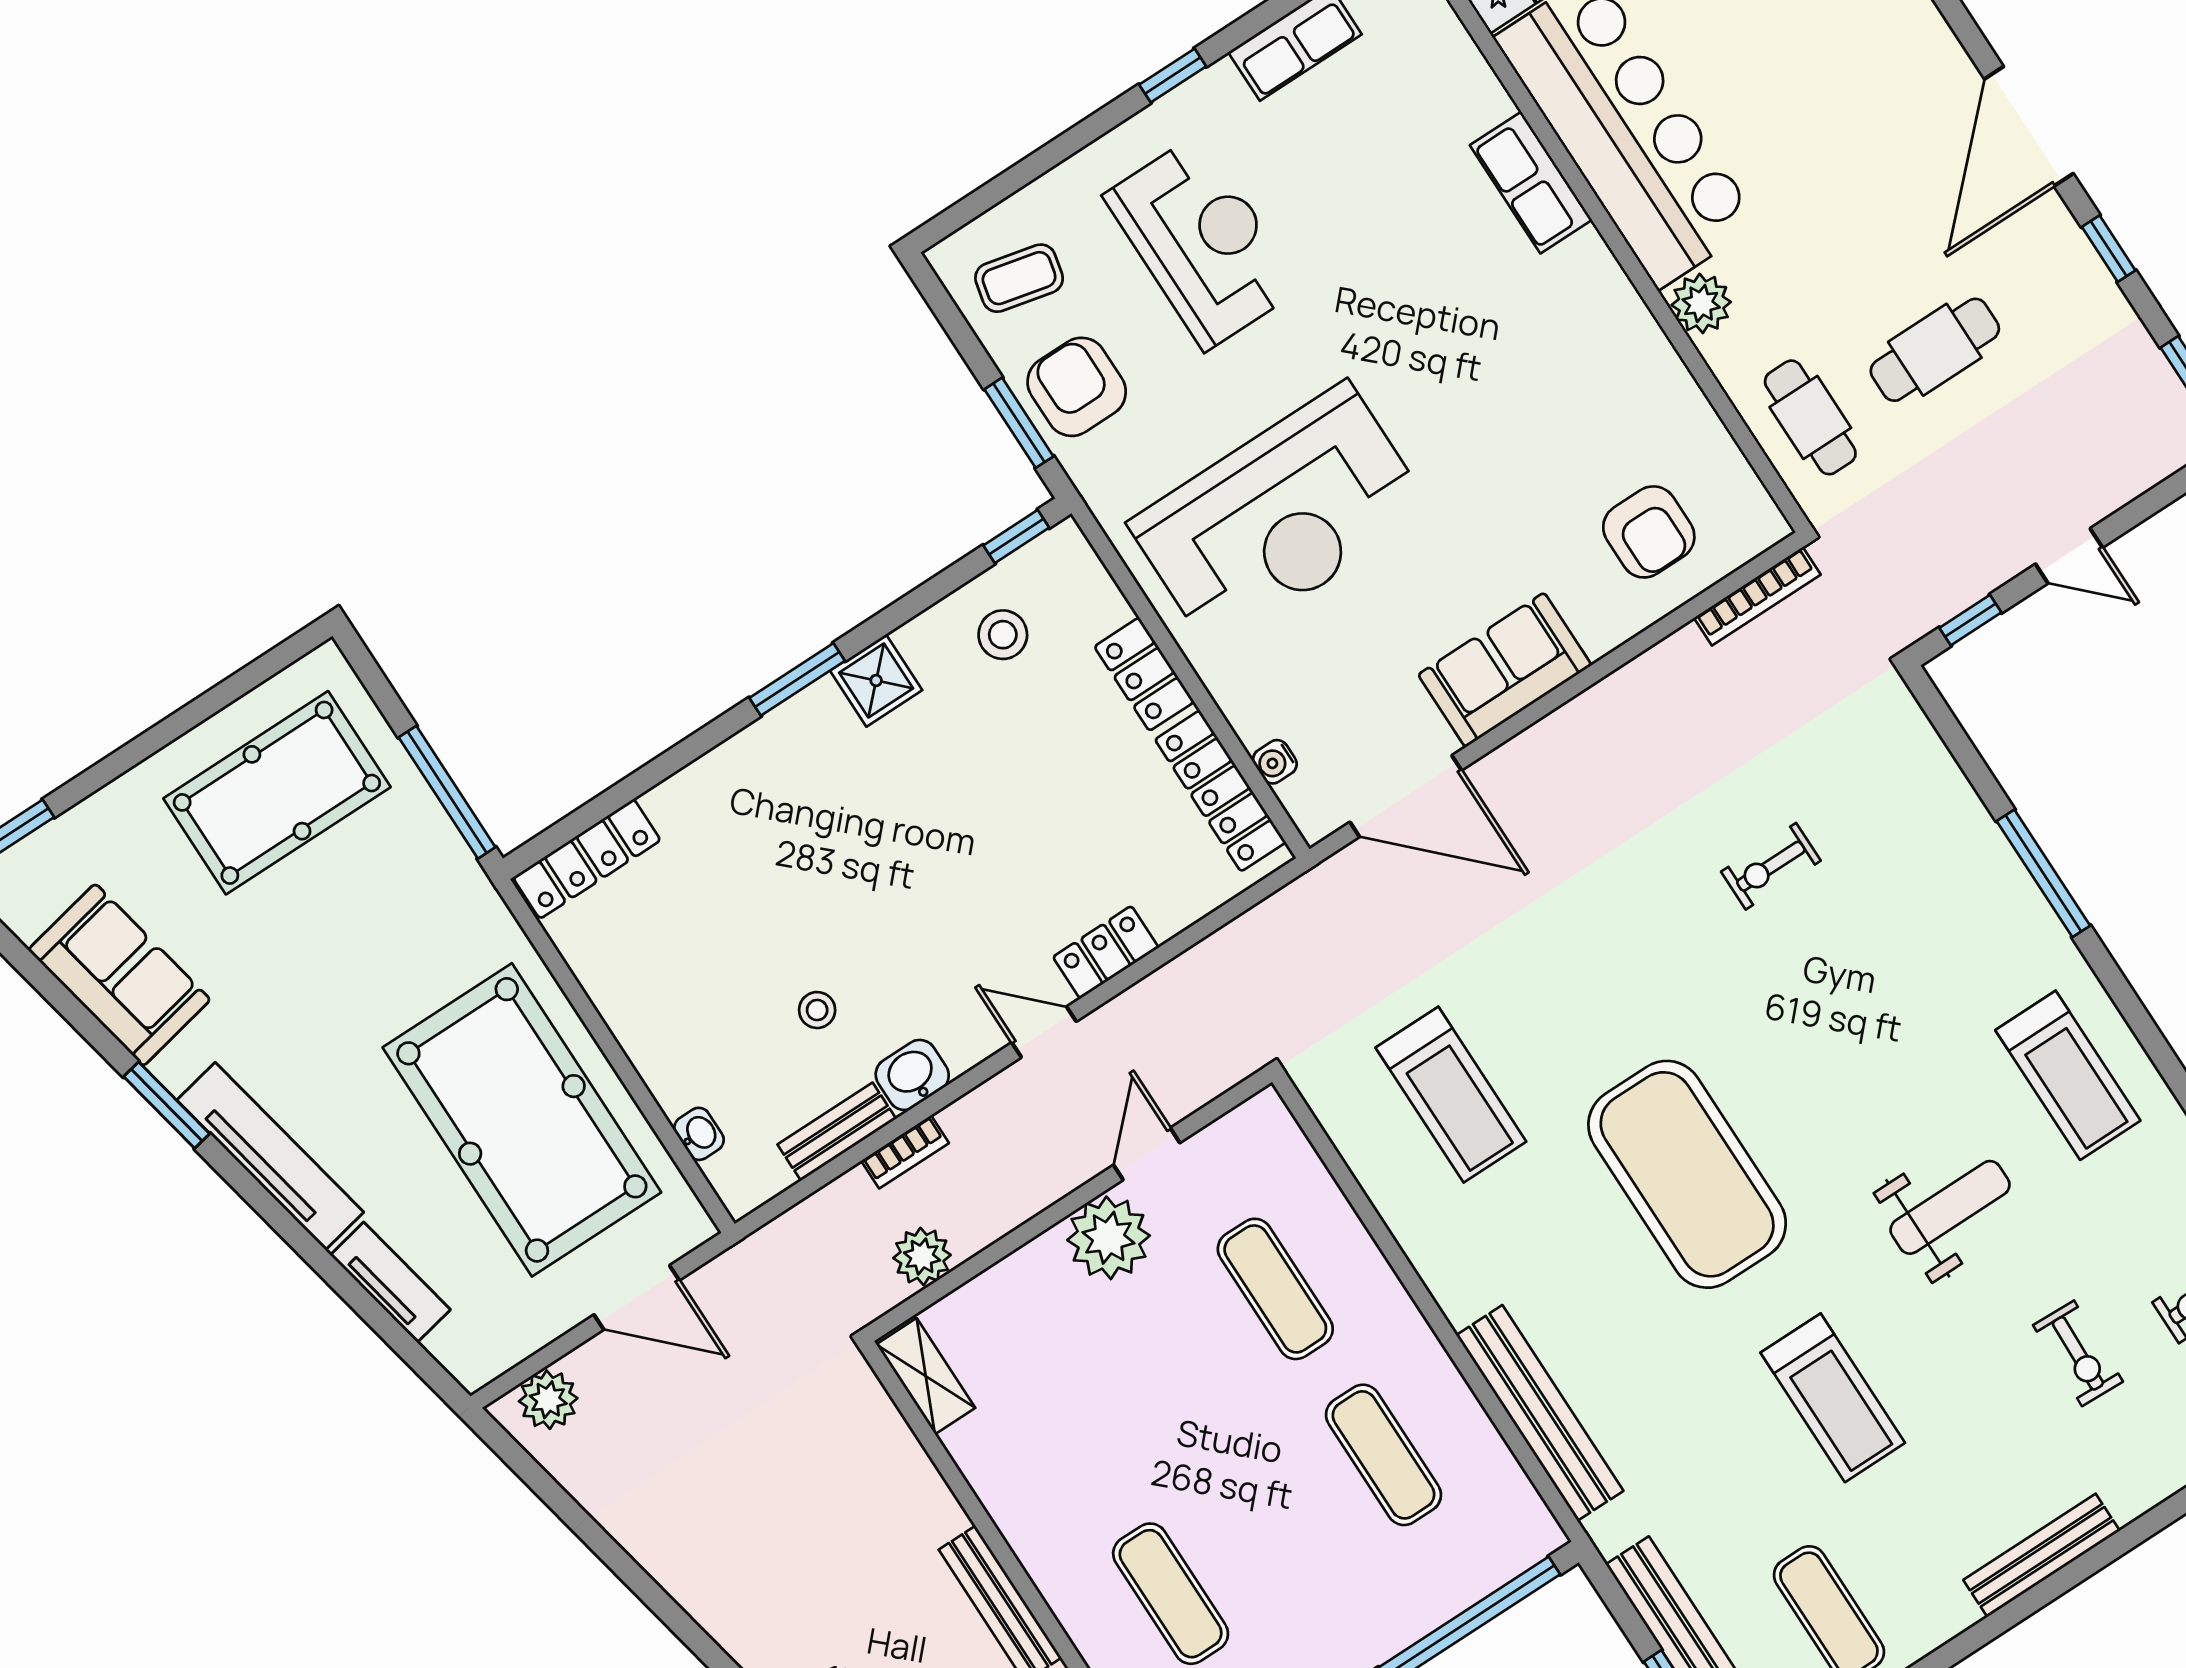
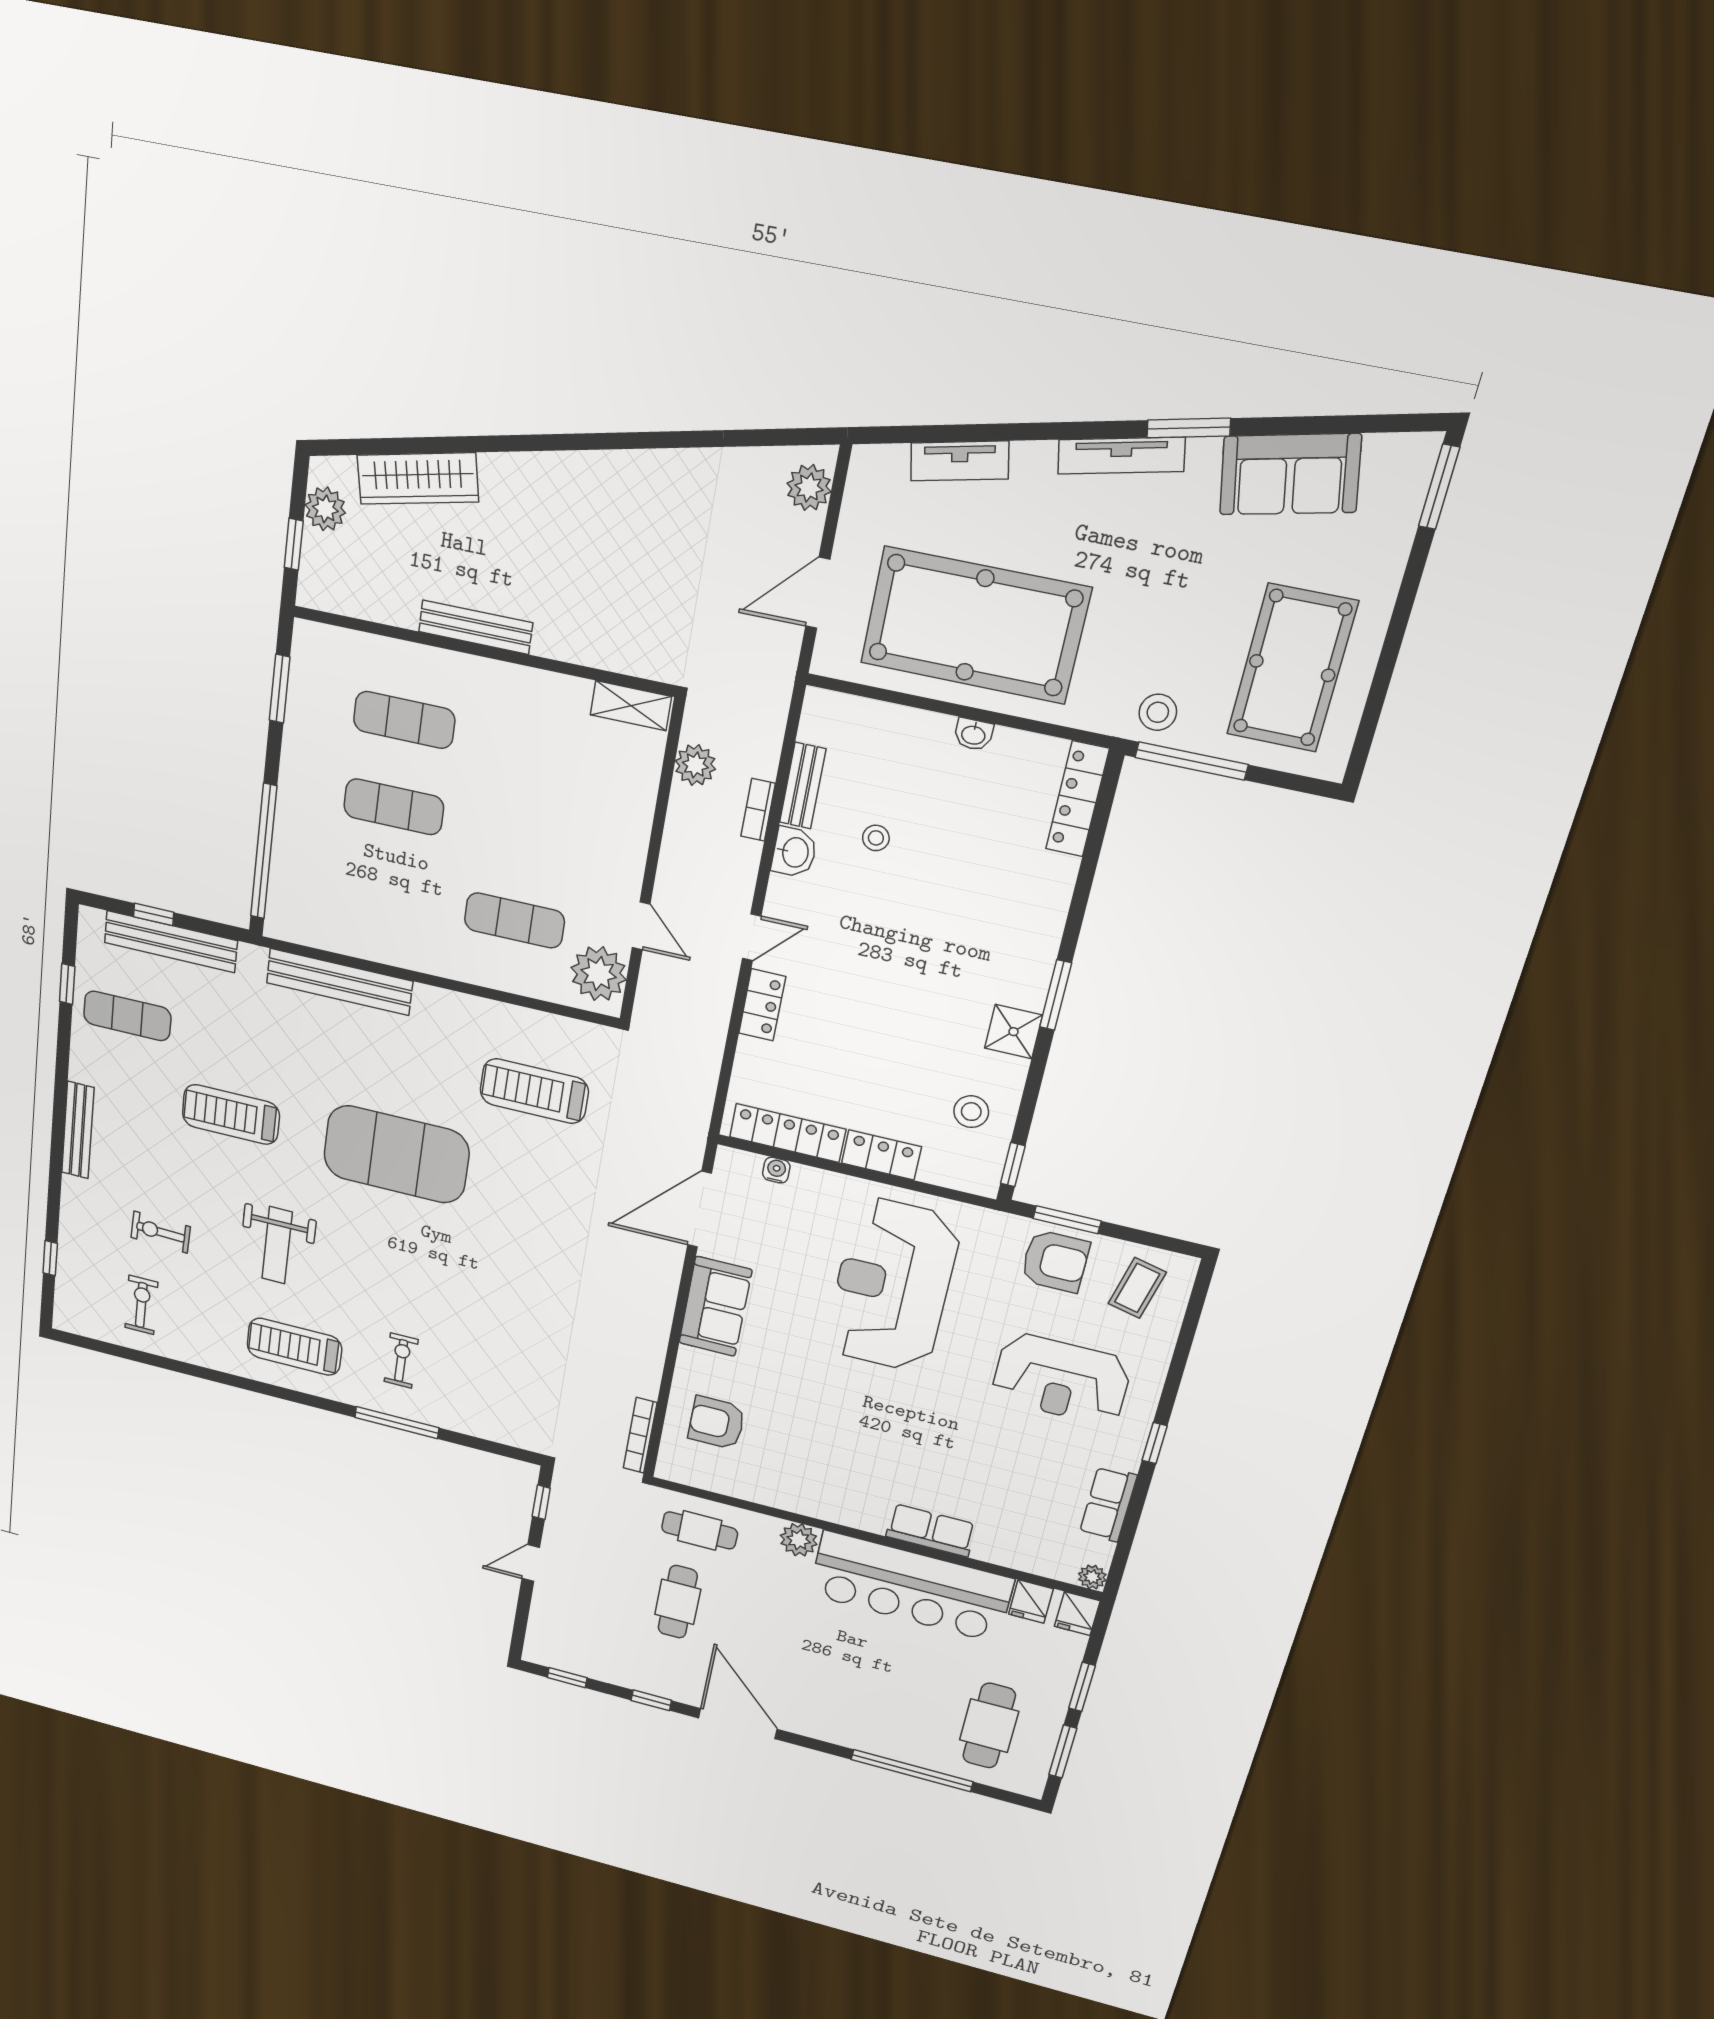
exercise bike: (1771, 866) -> (401, 1361), moved
stool: (434, 870) -> (1158, 712), added
washbasin: (699, 1134) -> (973, 734), moved
tv unit: (270, 1156) -> (1121, 456), width x0.73, depth x0.78
plant: (1109, 1238) -> (599, 974), moved
exercise mat: (1383, 1455) -> (394, 807), moved

